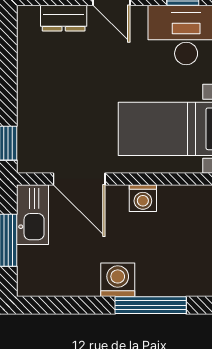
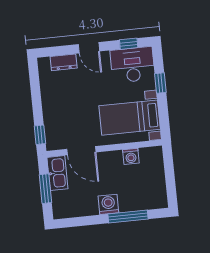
washing machine: (143, 198) -> (131, 156), moved

